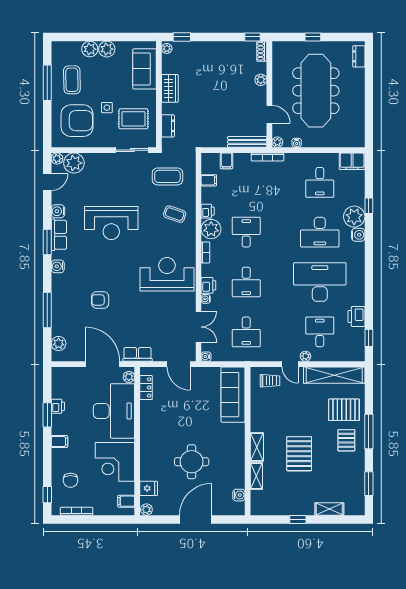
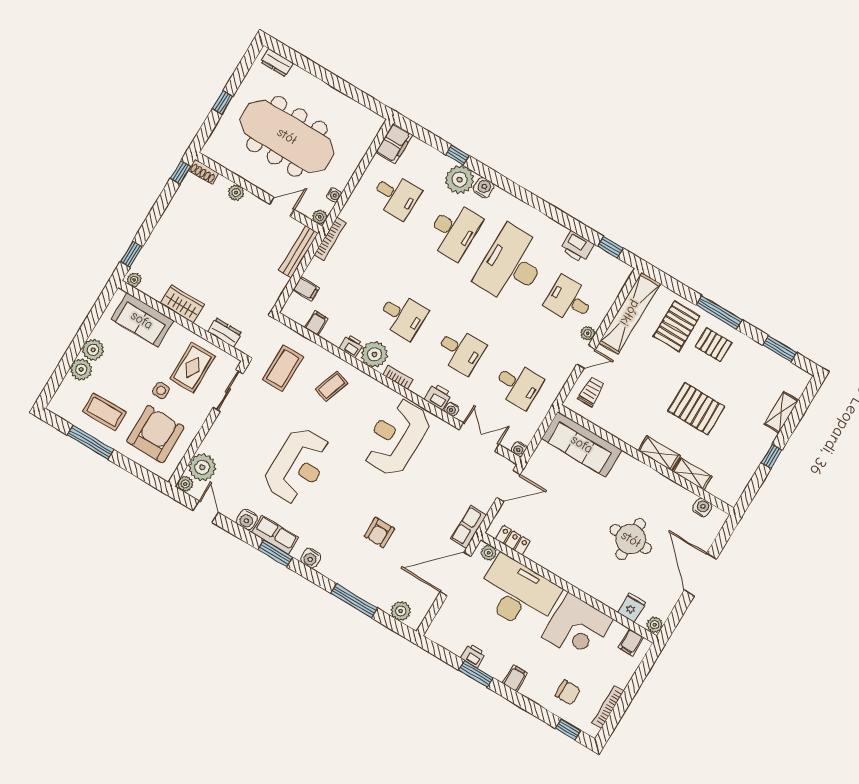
desk: (246, 232) -> (403, 316), turned 180

